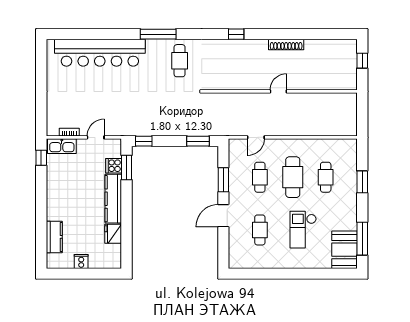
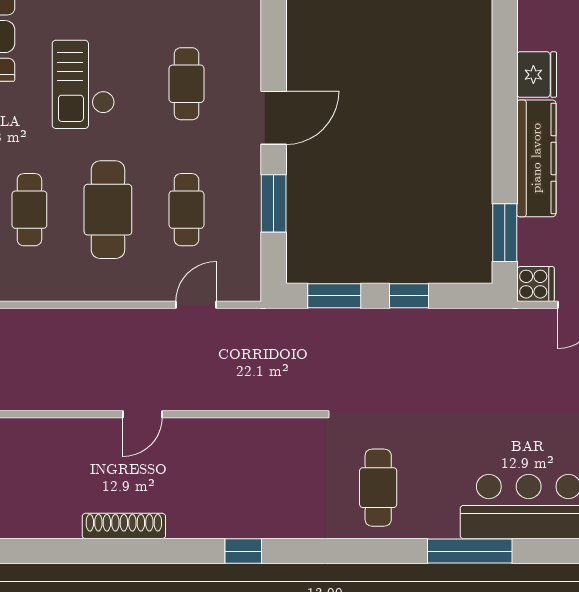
window: (158, 34) -> (470, 551), moved
window: (144, 141) -> (409, 296), moved
cooker: (114, 166) -> (535, 284), moved
checkout: (303, 230) -> (83, 84), turned 180

